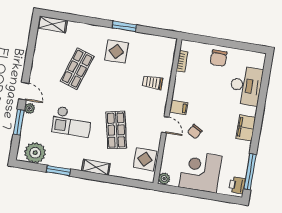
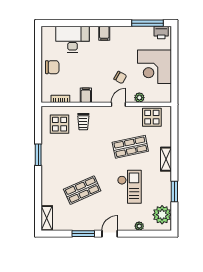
display table: (116, 51) -> (60, 124), moved
shop shelf: (77, 69) -> (82, 190), turned -42
filing cabinet: (179, 107) -> (86, 95), moved
plant: (29, 108) -> (139, 226), moved
window: (19, 122) -> (83, 234), moved
filing cabinet: (246, 128) -> (104, 33), width x0.50
plant: (164, 179) -> (139, 98), moved

